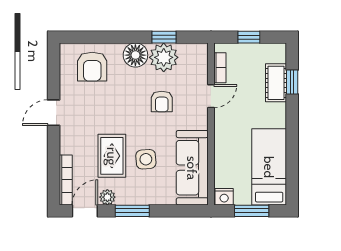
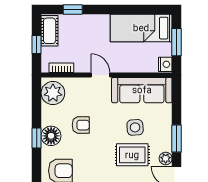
window: (164, 37) -> (37, 138), moved
plant: (164, 57) -> (53, 93), moved
cot: (276, 83) -> (50, 31), moved, turned 90
door: (211, 96) -> (100, 75), moved
armchair: (162, 102) -> (81, 125), moved

